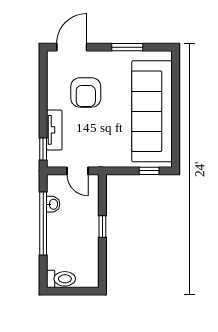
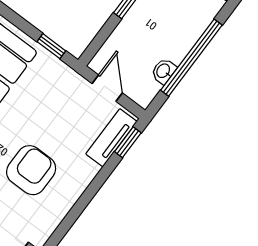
tv unit: (54, 130) -> (111, 138), moved
window: (149, 171) -> (51, 46), moved

